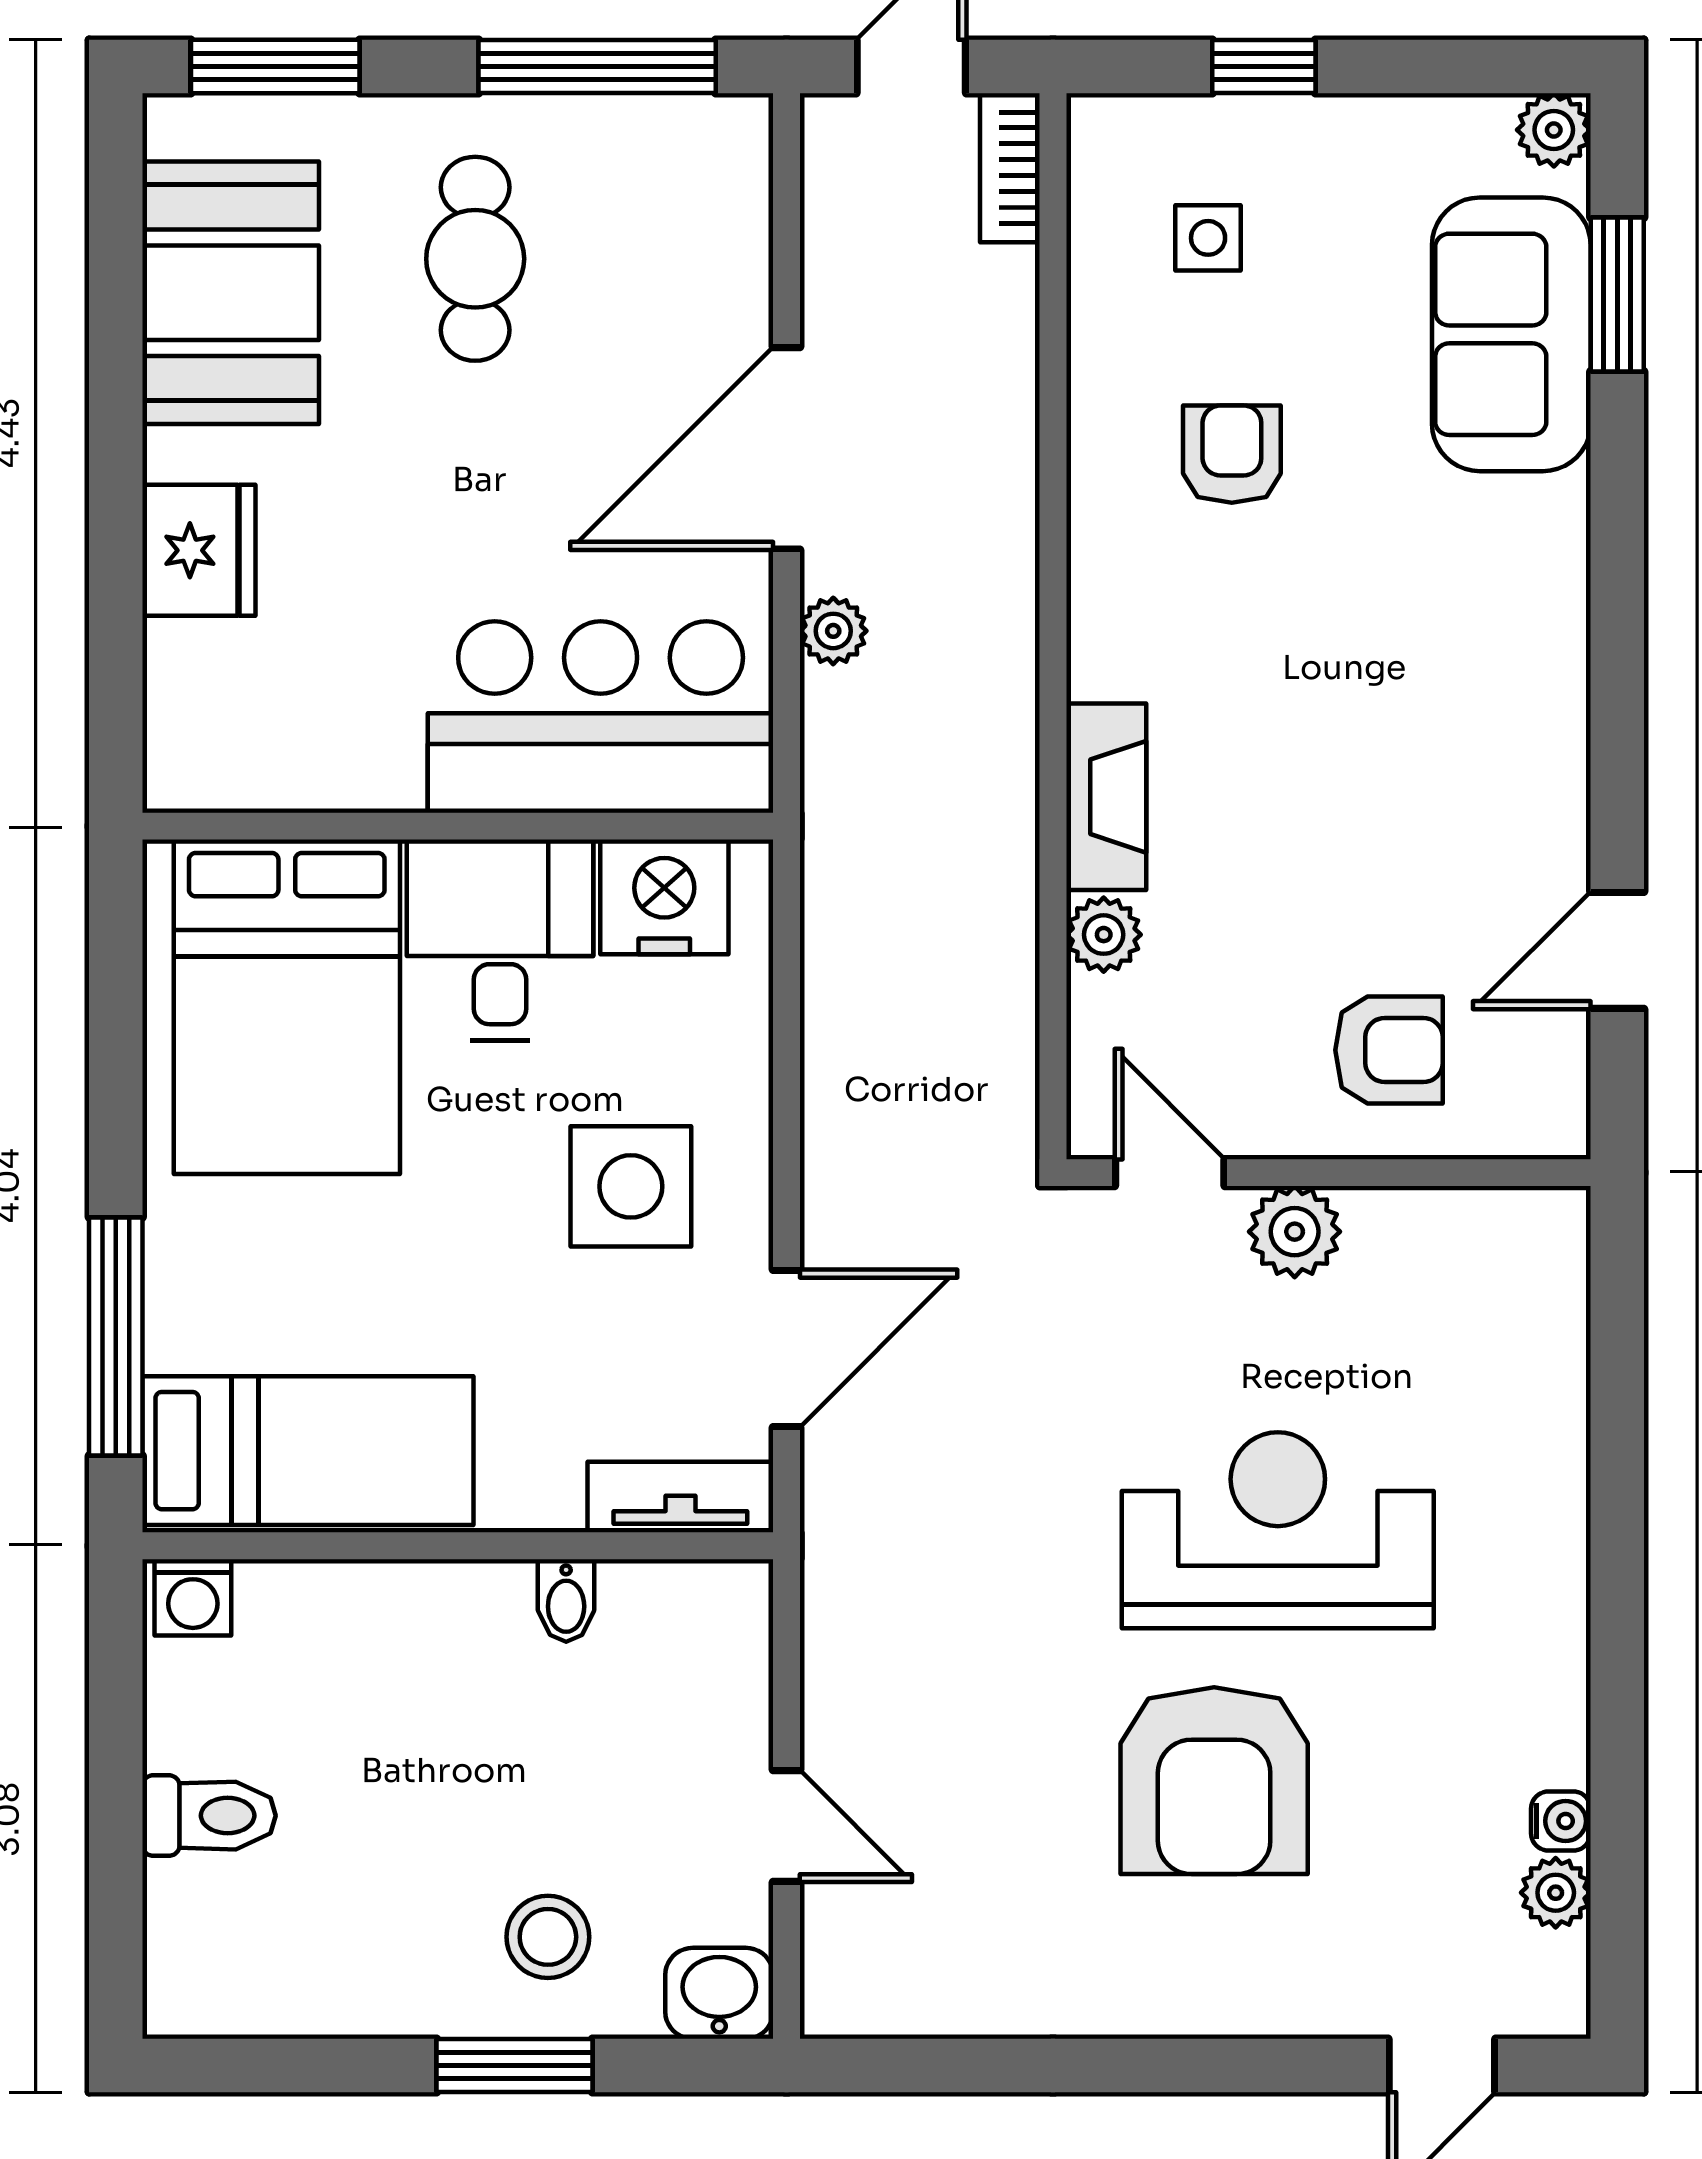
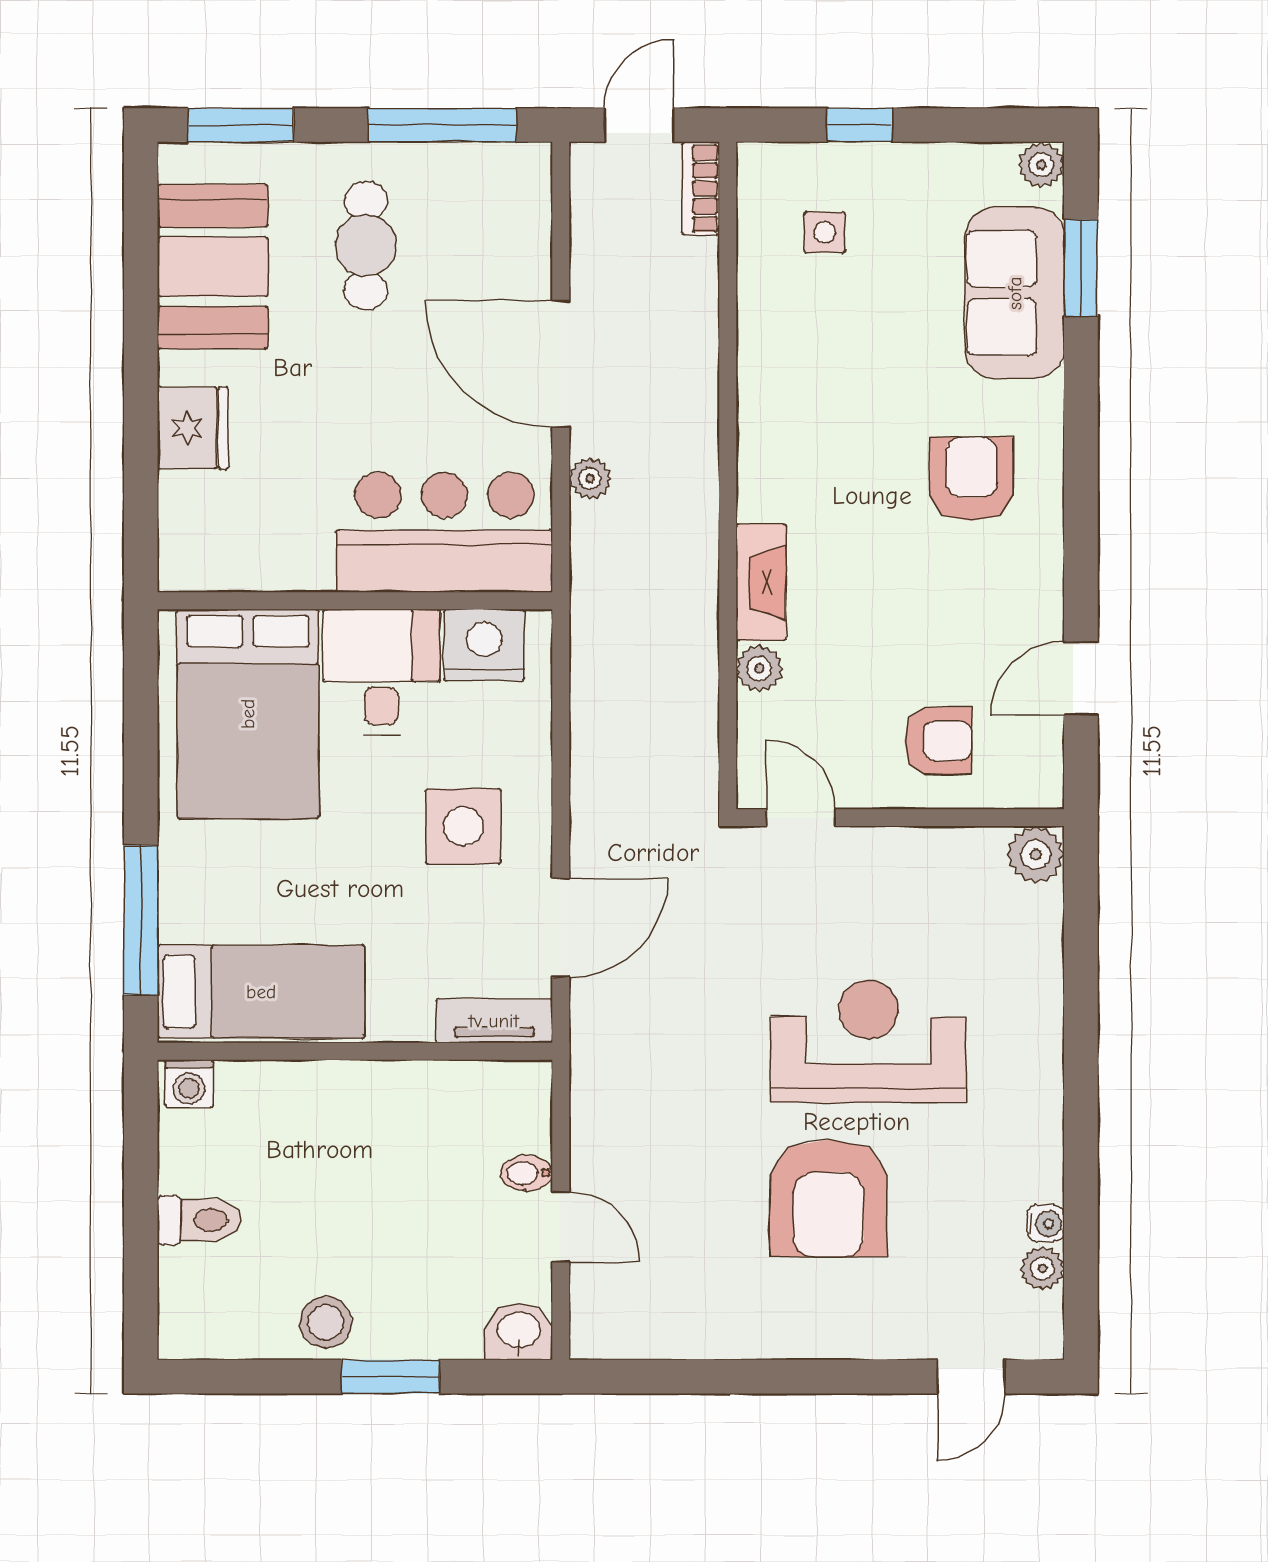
door: (786, 448) -> (561, 364), hinge flipped
armchair: (1232, 454) -> (971, 479), moved, width x1.38, depth x1.38
plant: (1295, 1232) -> (1036, 855), moved
bidet: (566, 1600) -> (527, 1173), moved, turned 90
stool: (548, 1937) -> (326, 1322), moved

